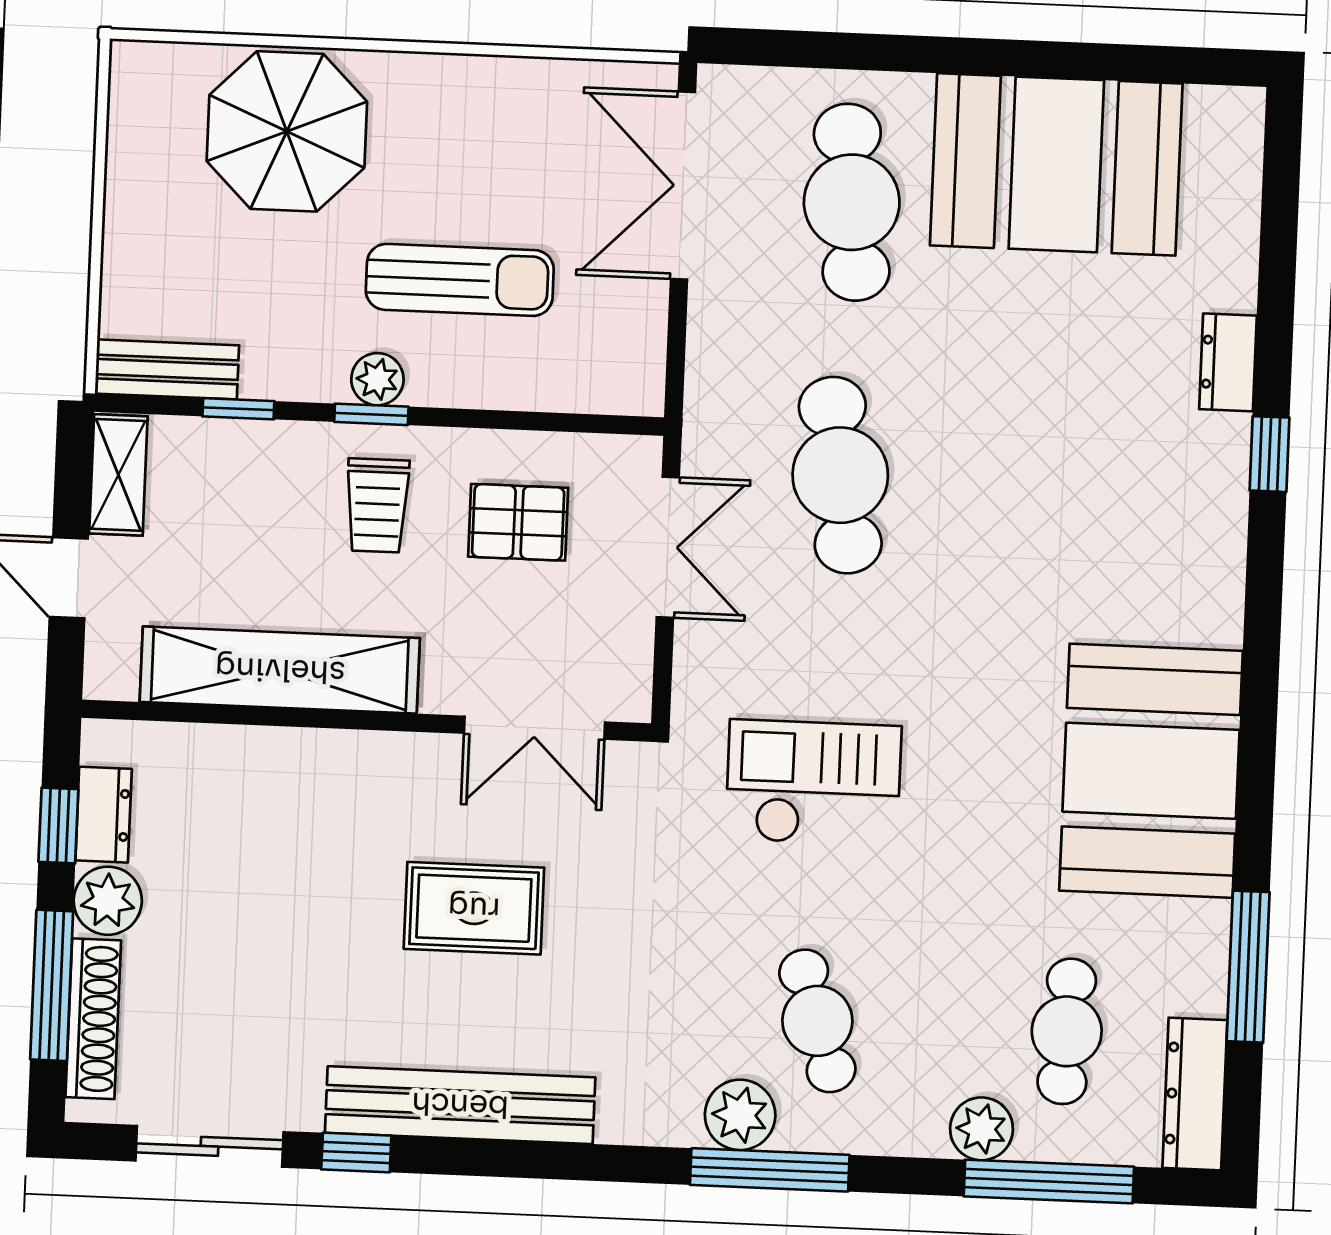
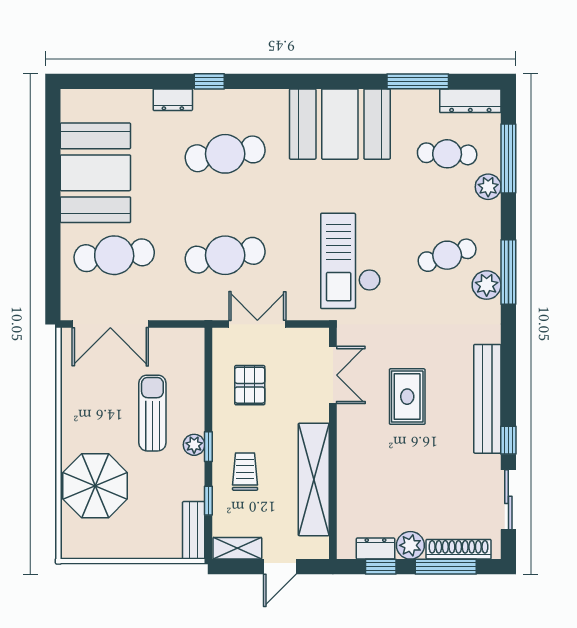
cafe table: (1090, 486) -> (225, 154), added
trolley: (377, 505) -> (245, 472), moved, turned -90
checkout: (813, 783) -> (351, 261), width x1.36, depth x1.21

